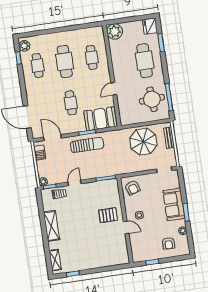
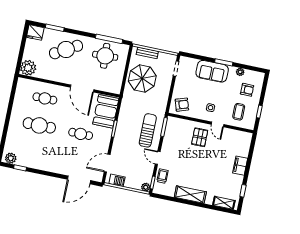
cafe table: (145, 61) -> (66, 50), turned -30
cafe table: (38, 65) -> (34, 152), removed
door: (114, 89) -> (82, 88), width x1.87
sun lounger: (87, 145) -> (148, 130), moved
door: (126, 227) -> (218, 124), swing flipped
coffee table: (145, 243) -> (239, 112), added
filing cabinet: (95, 263) -> (240, 166), added

